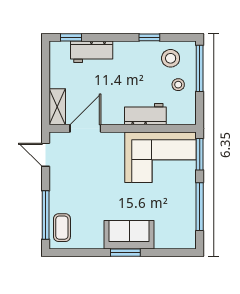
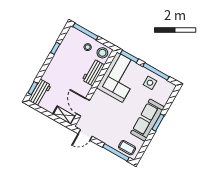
workbench: (92, 52) -> (40, 93), moved
stool: (171, 58) -> (102, 53), moved
side table: (178, 207) -> (150, 83), added
sofa: (129, 235) -> (147, 120), width x1.36

